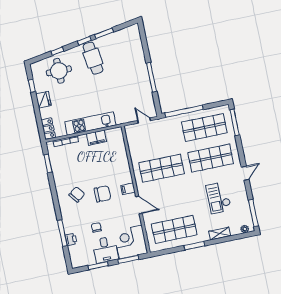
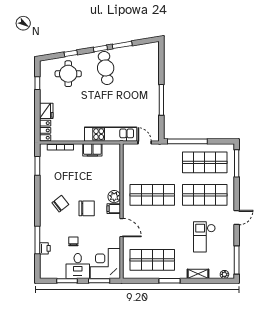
fridge: (43, 100) -> (46, 111), moved
kitchen unit: (90, 123) -> (111, 134), moved
plant: (126, 177) -> (114, 197), added

